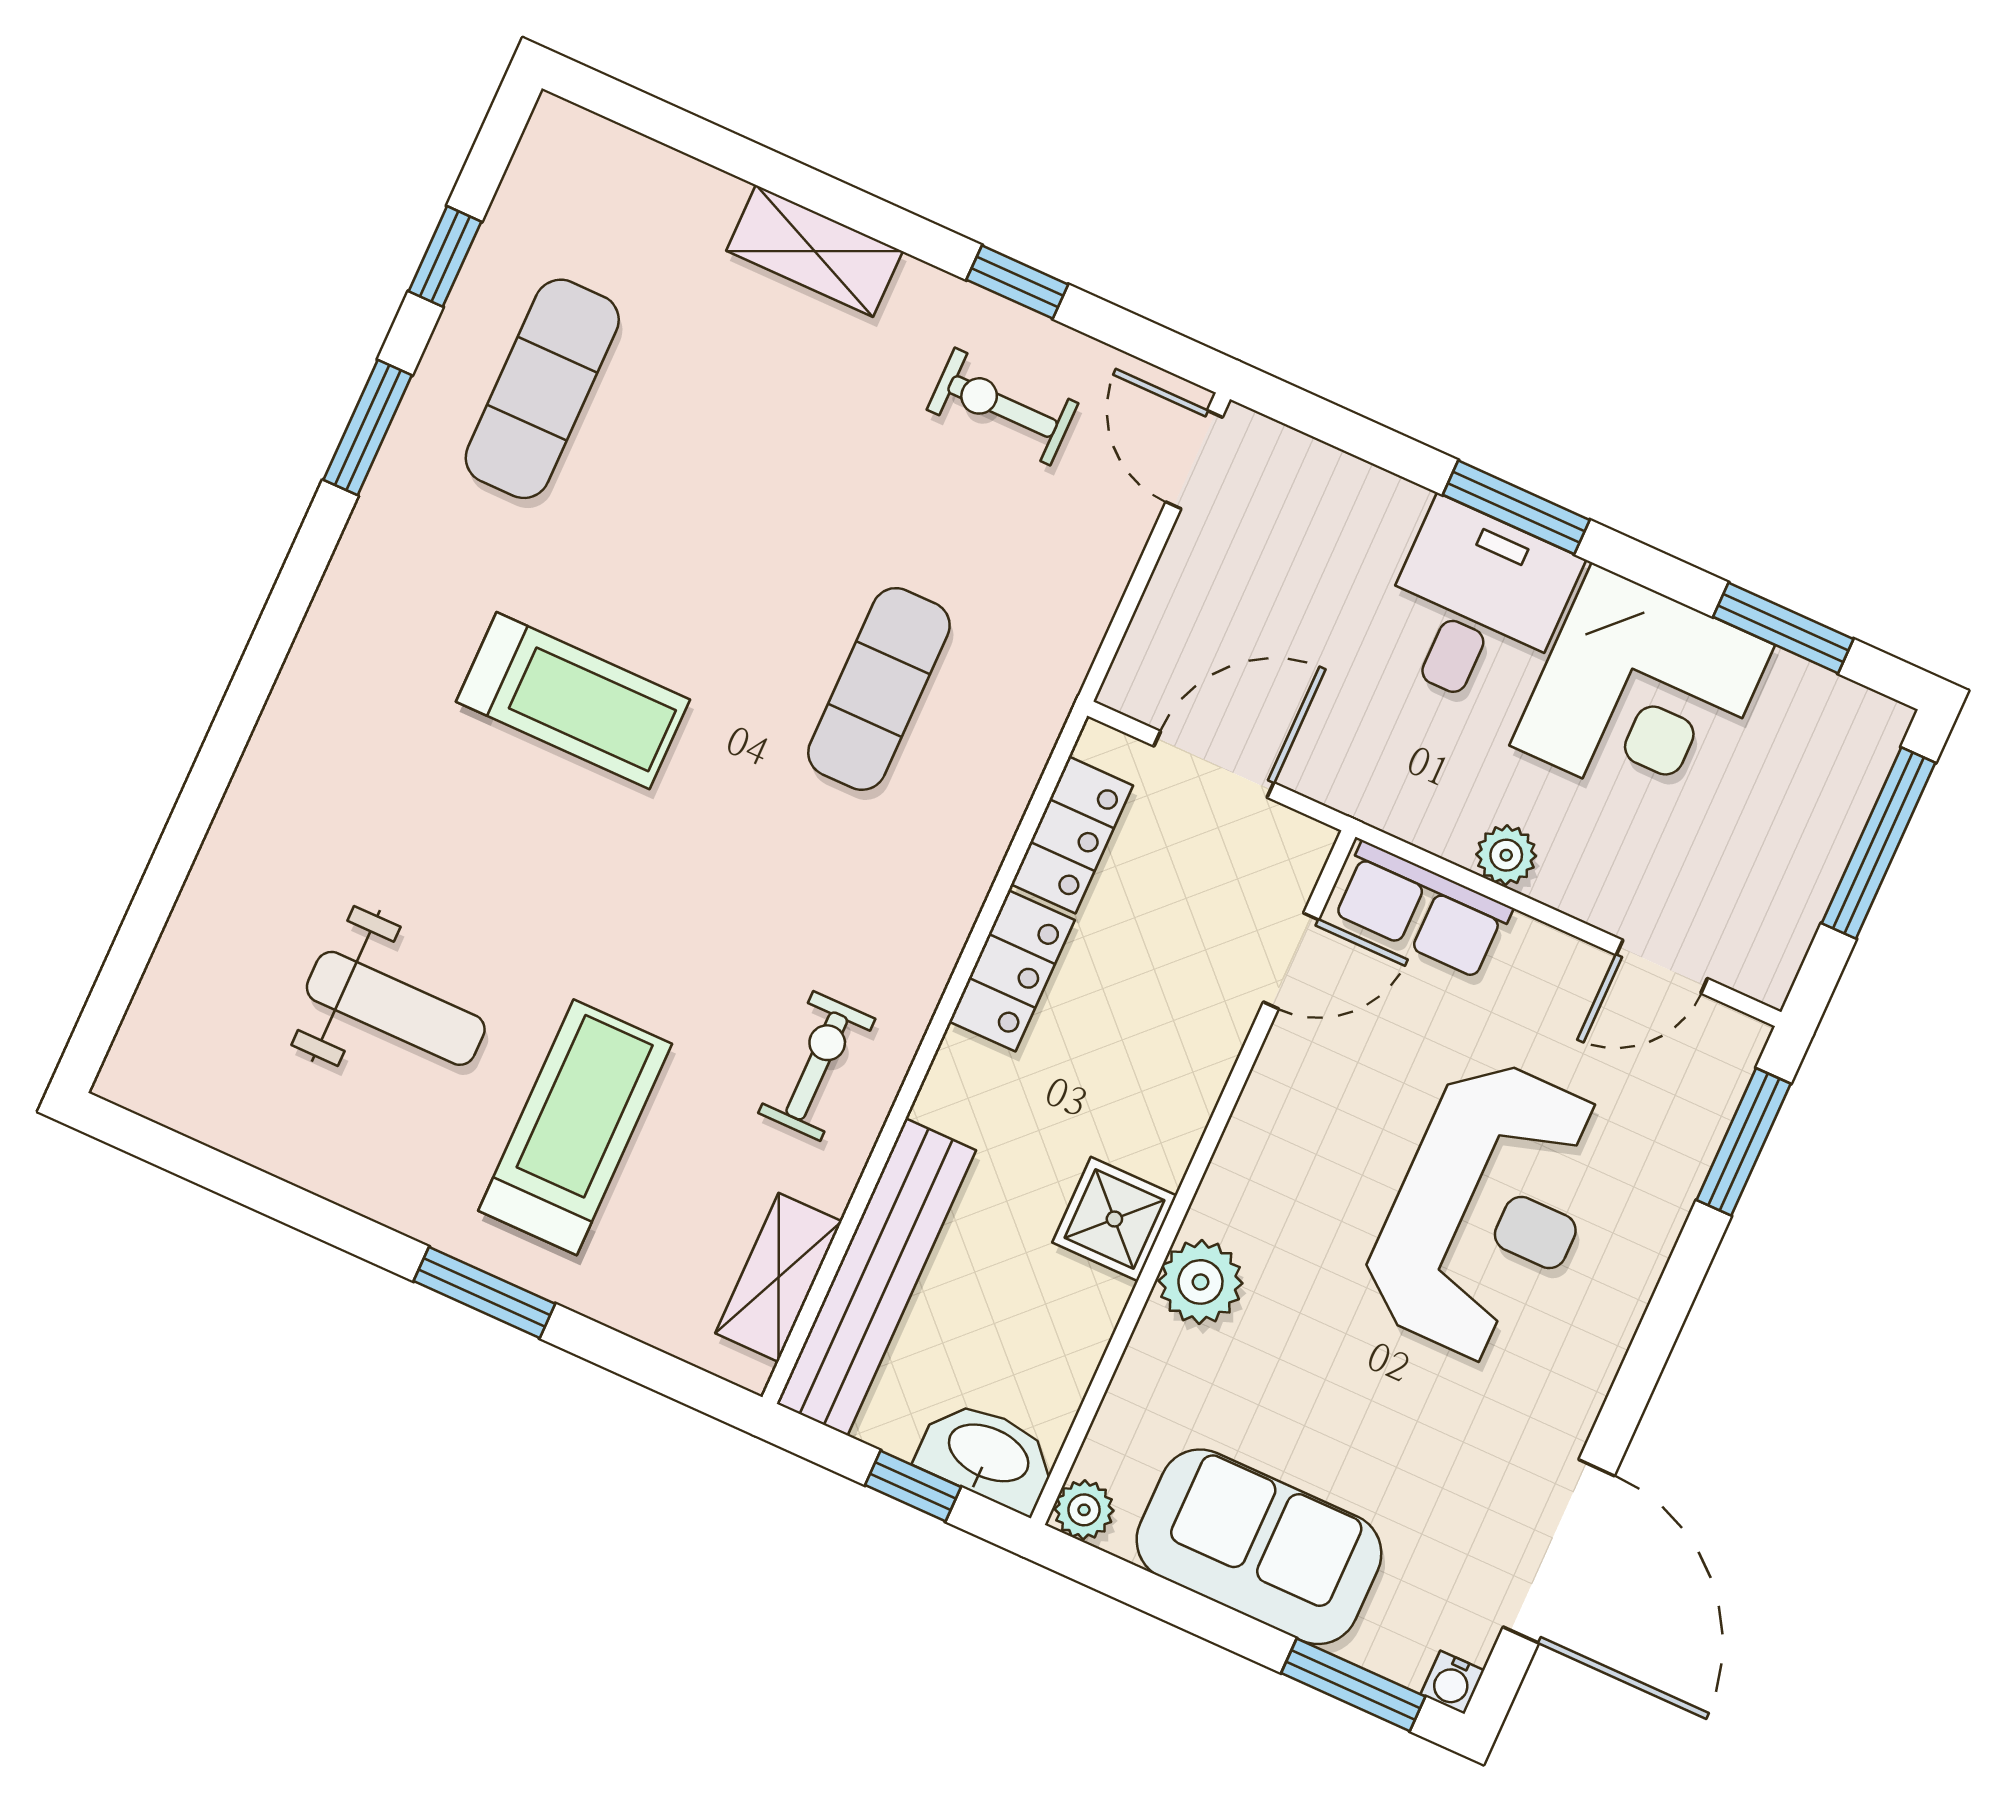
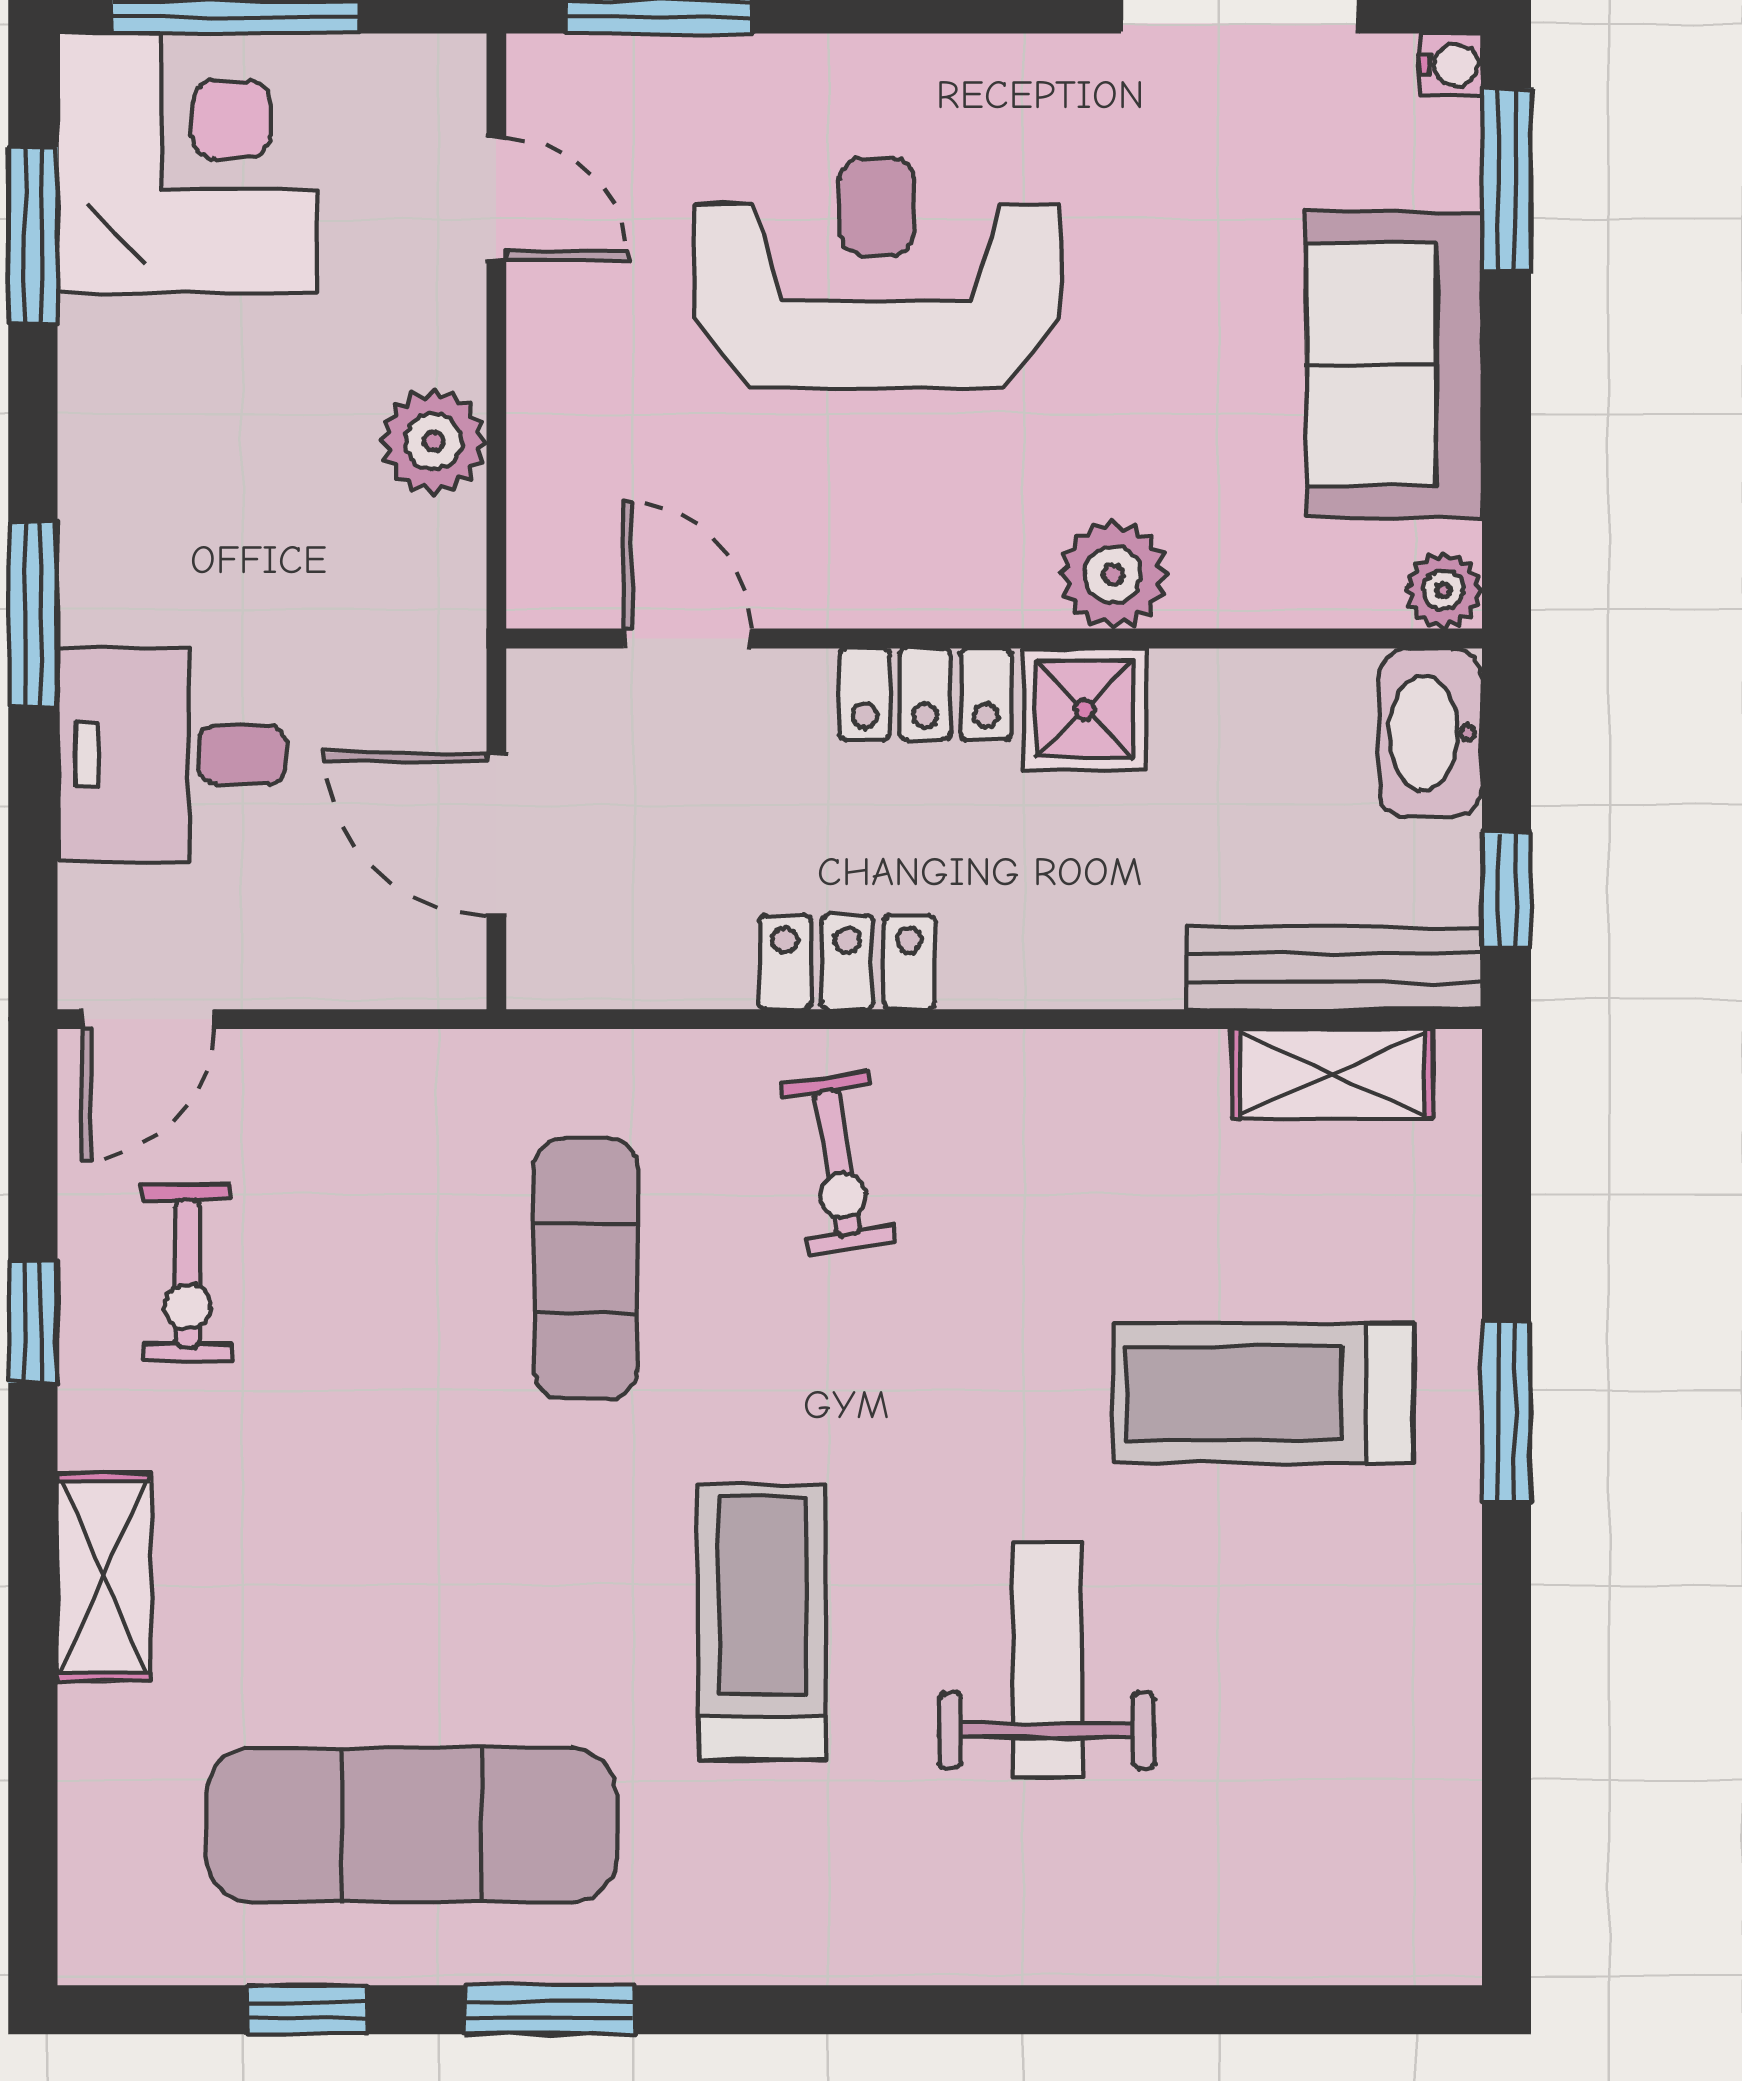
exercise mat: (542, 389) -> (411, 1825), width x1.36, depth x1.45
desk: (1475, 606) -> (171, 754), moved
exercise mat: (879, 689) -> (586, 1268), turned 90
corner desk: (1642, 695) -> (187, 163), moved
locker: (1072, 835) -> (925, 694), moved, turned 180
plant: (1506, 855) -> (433, 441), width x1.38, depth x1.38
row of seats: (1422, 910) -> (558, 512), removed
weight bench: (396, 1008) -> (1047, 1660), moved
exercise bike: (817, 1066) -> (838, 1162), moved, turned -99
bench: (876, 1277) -> (1334, 968), width x0.73, depth x0.82
window: (913, 1486) -> (1507, 890), moved

